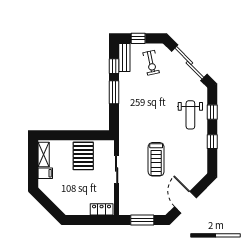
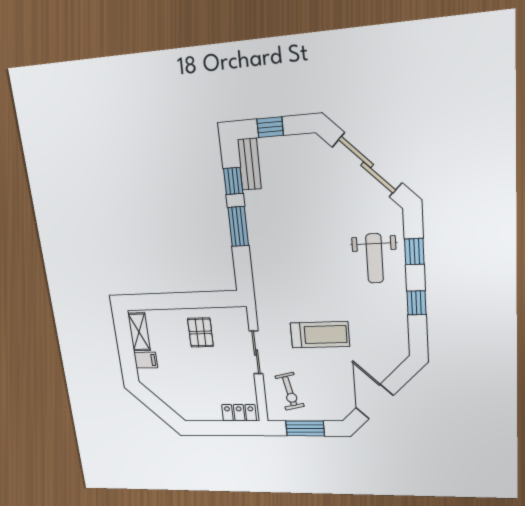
exercise bike: (151, 63) -> (290, 391), moved
pallet: (83, 156) -> (200, 333), width x0.67, depth x0.71
treadmill: (156, 159) -> (320, 335), turned -90

